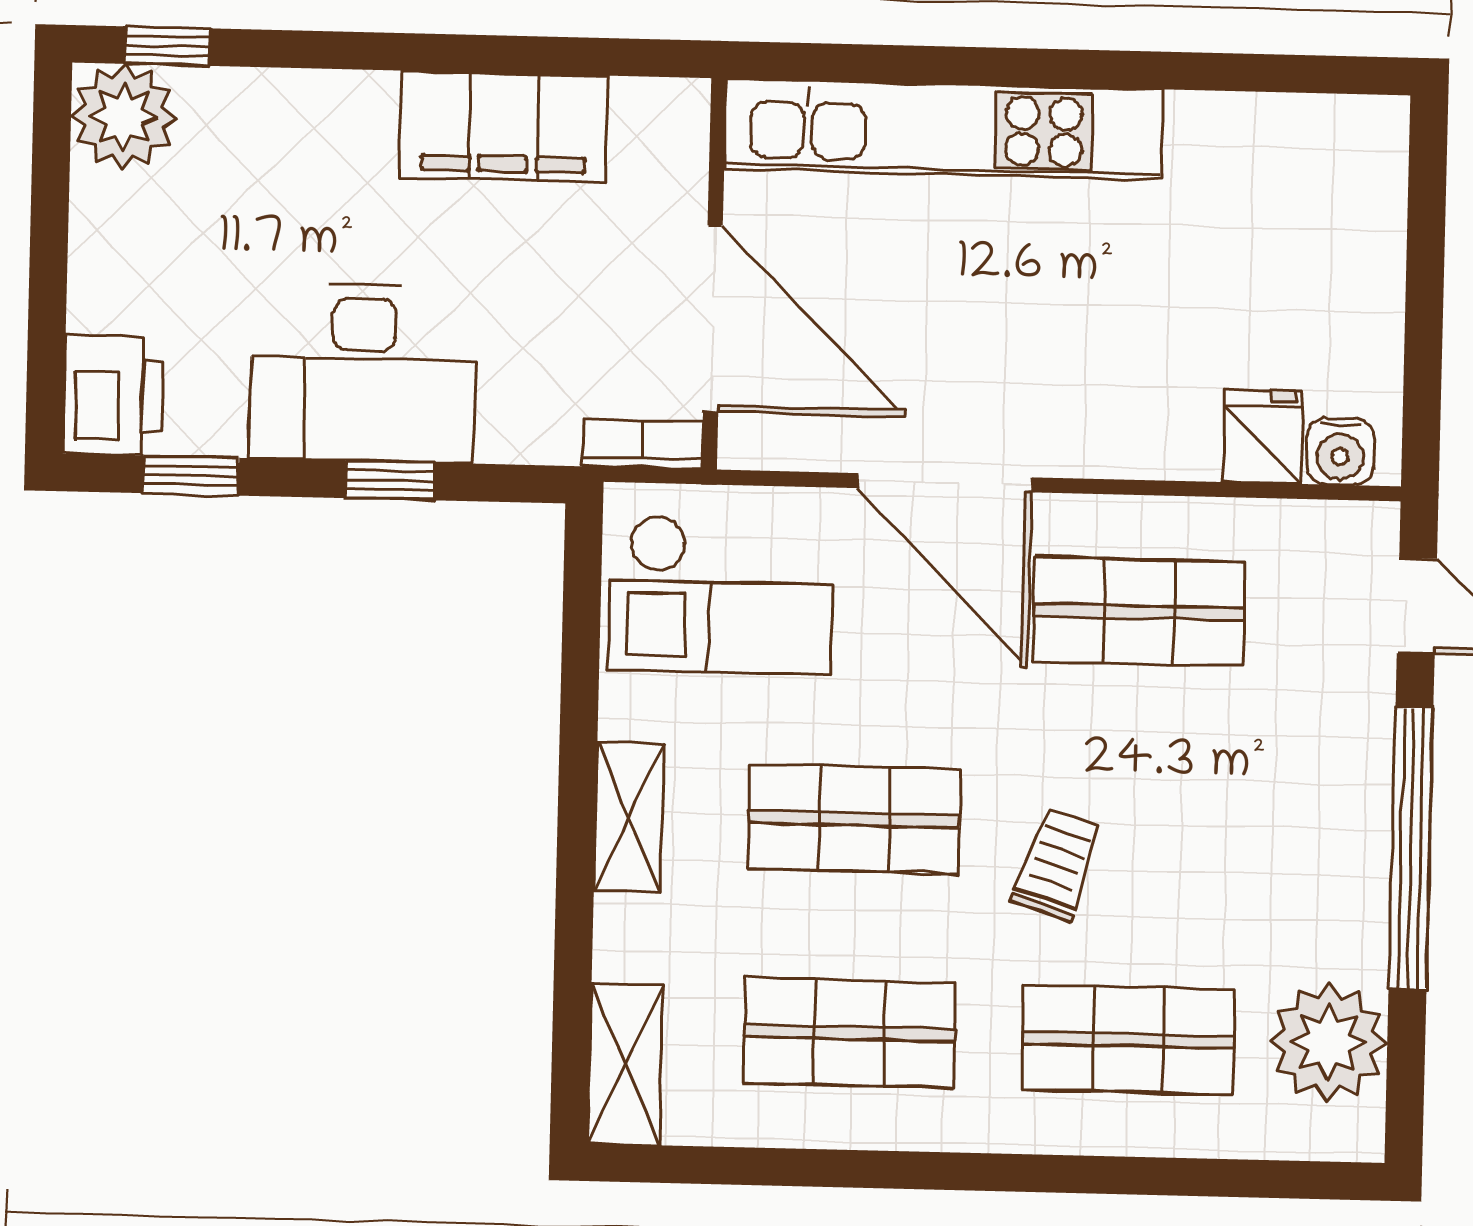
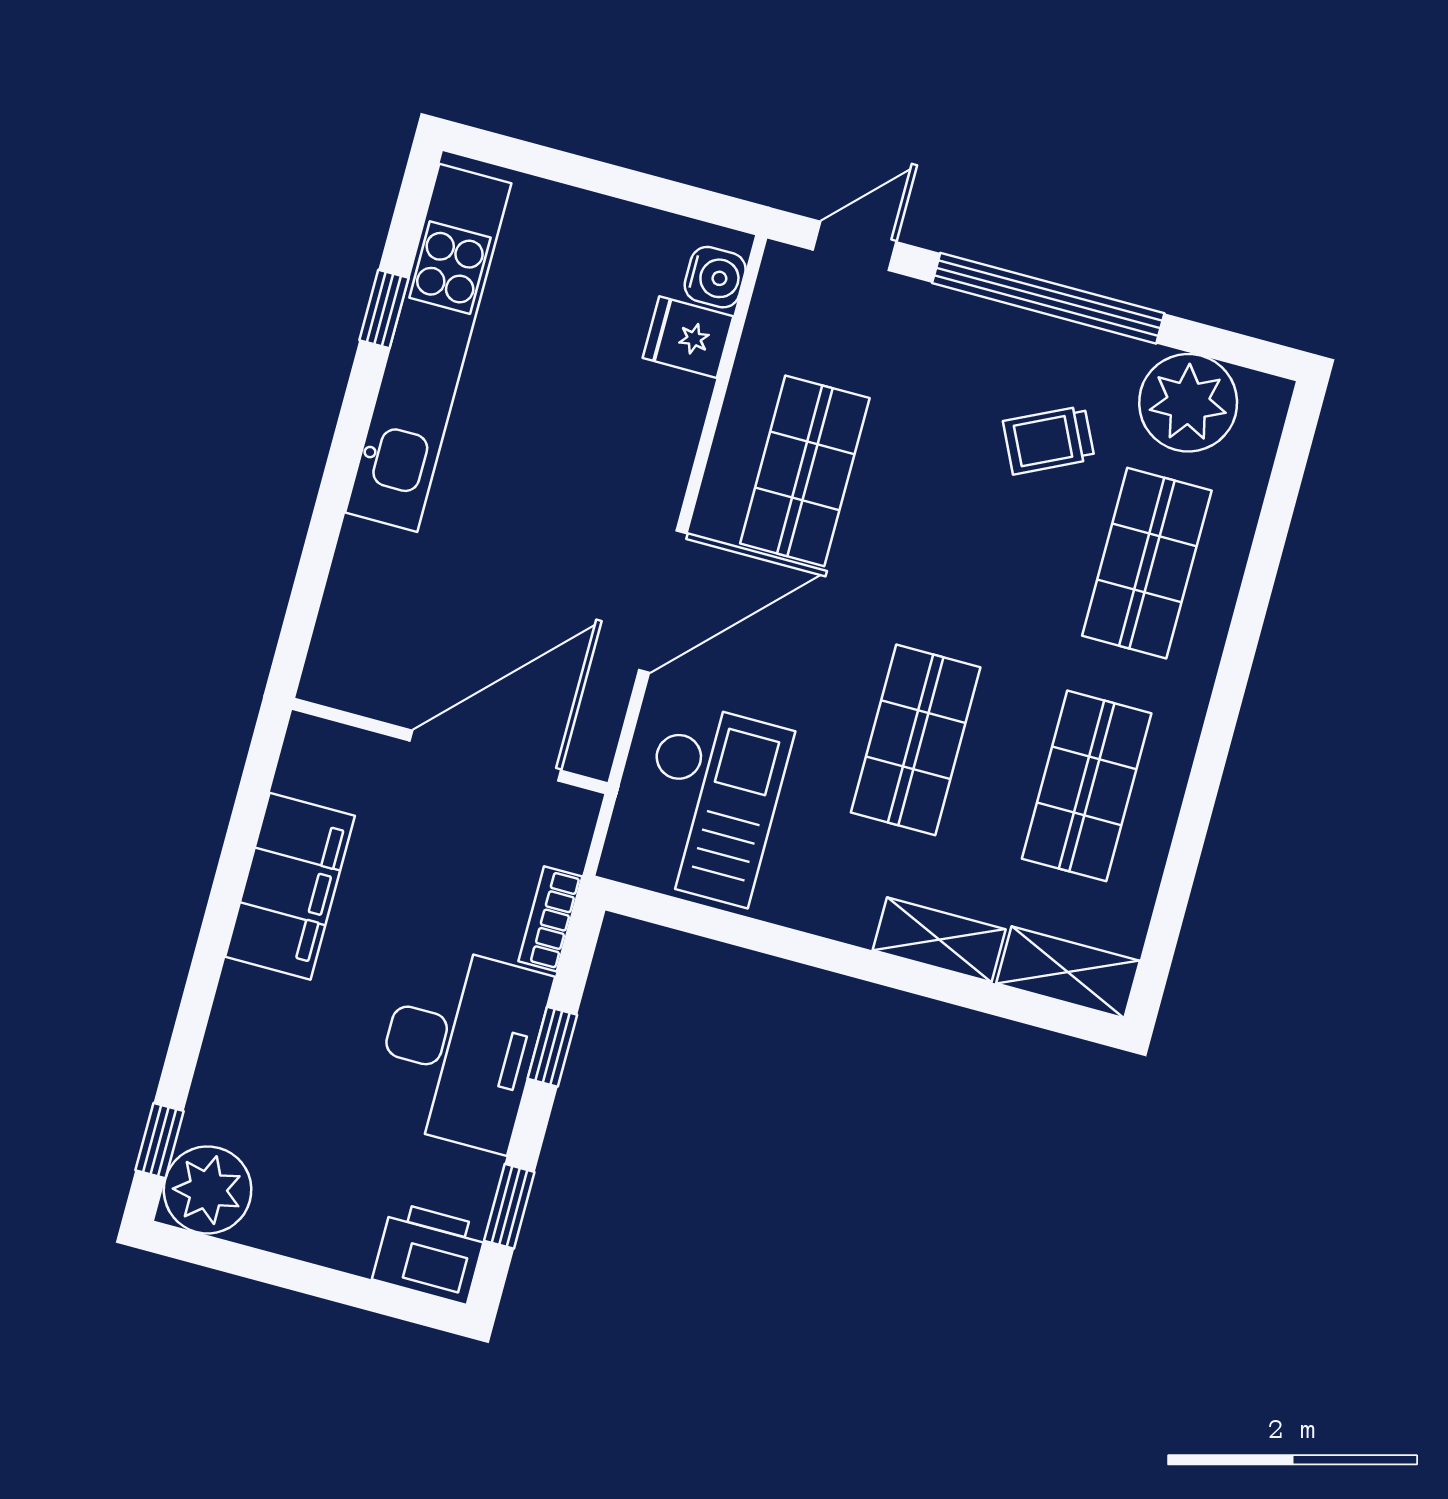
window: (1208, 72) -> (384, 309), added
kitchen unit: (944, 129) -> (428, 348), moved
bookcase: (643, 444) -> (550, 919), moved
shelving: (629, 817) -> (939, 940), moved
trolley: (1057, 864) -> (1049, 440), moved, turned -44

